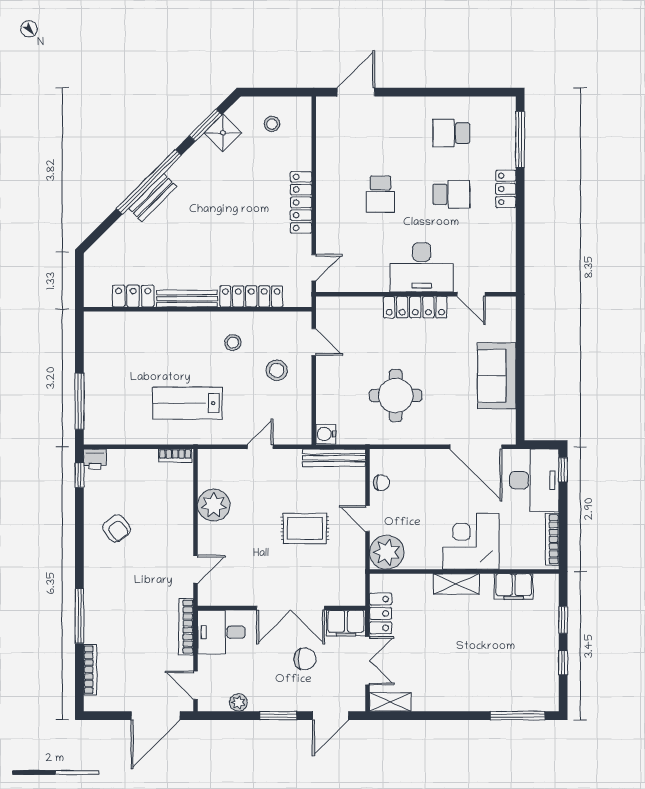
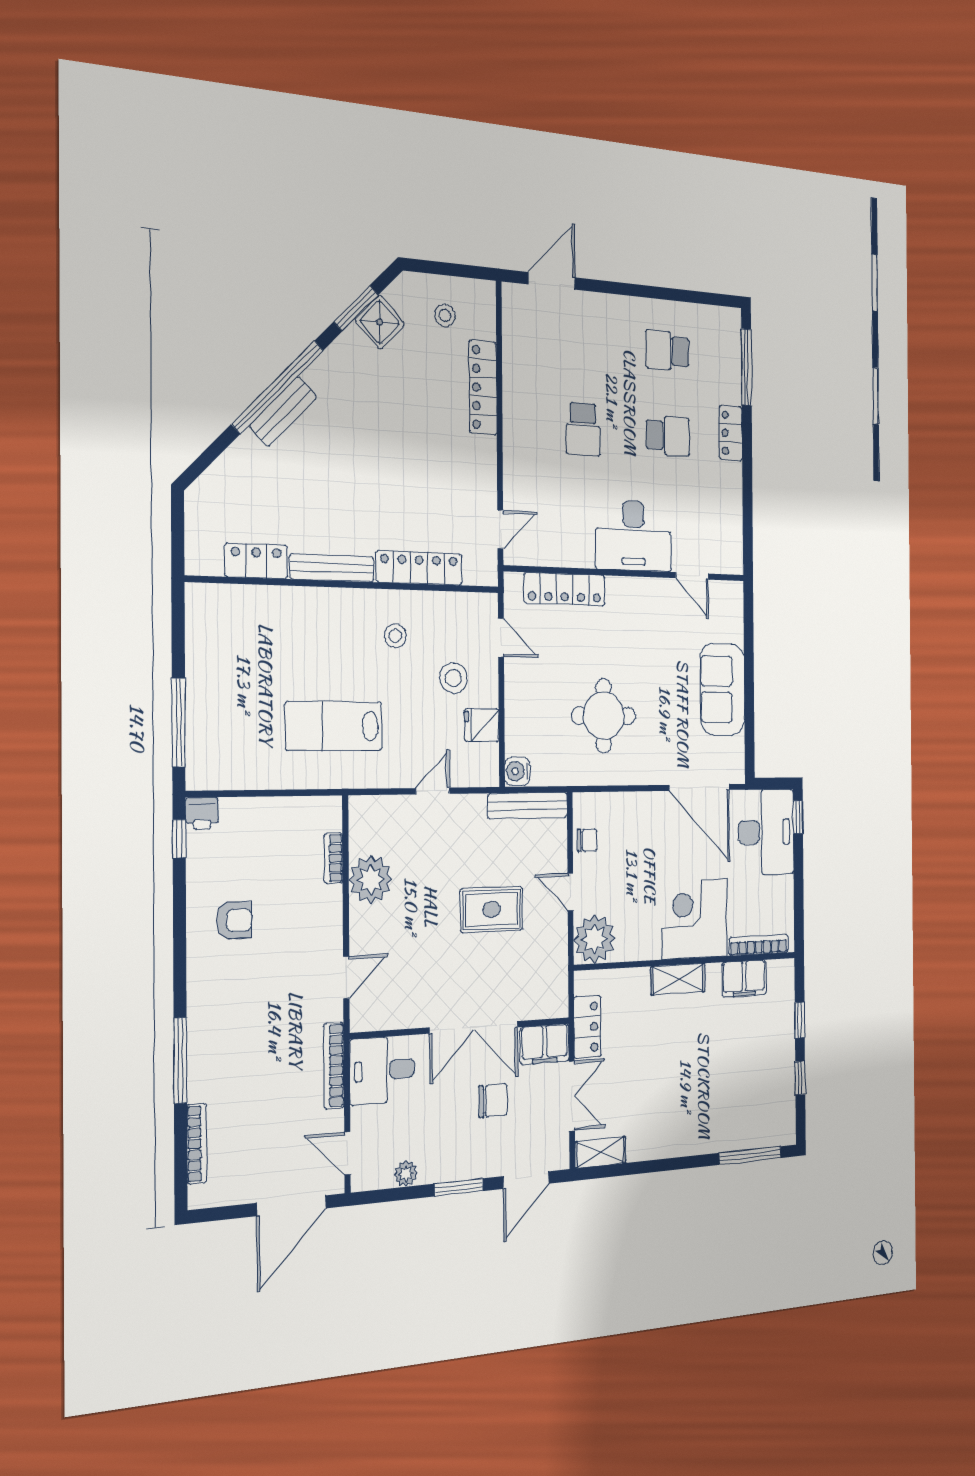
locker: (301, 202) -> (483, 387), moved
locker: (415, 307) -> (565, 589), moved
fridge: (298, 402) -> (482, 725), added
bookcase: (175, 456) -> (333, 858), moved, turned 90
armchair: (117, 528) -> (234, 920), turned -53
bookcase: (552, 539) -> (759, 945), moved, turned 90

